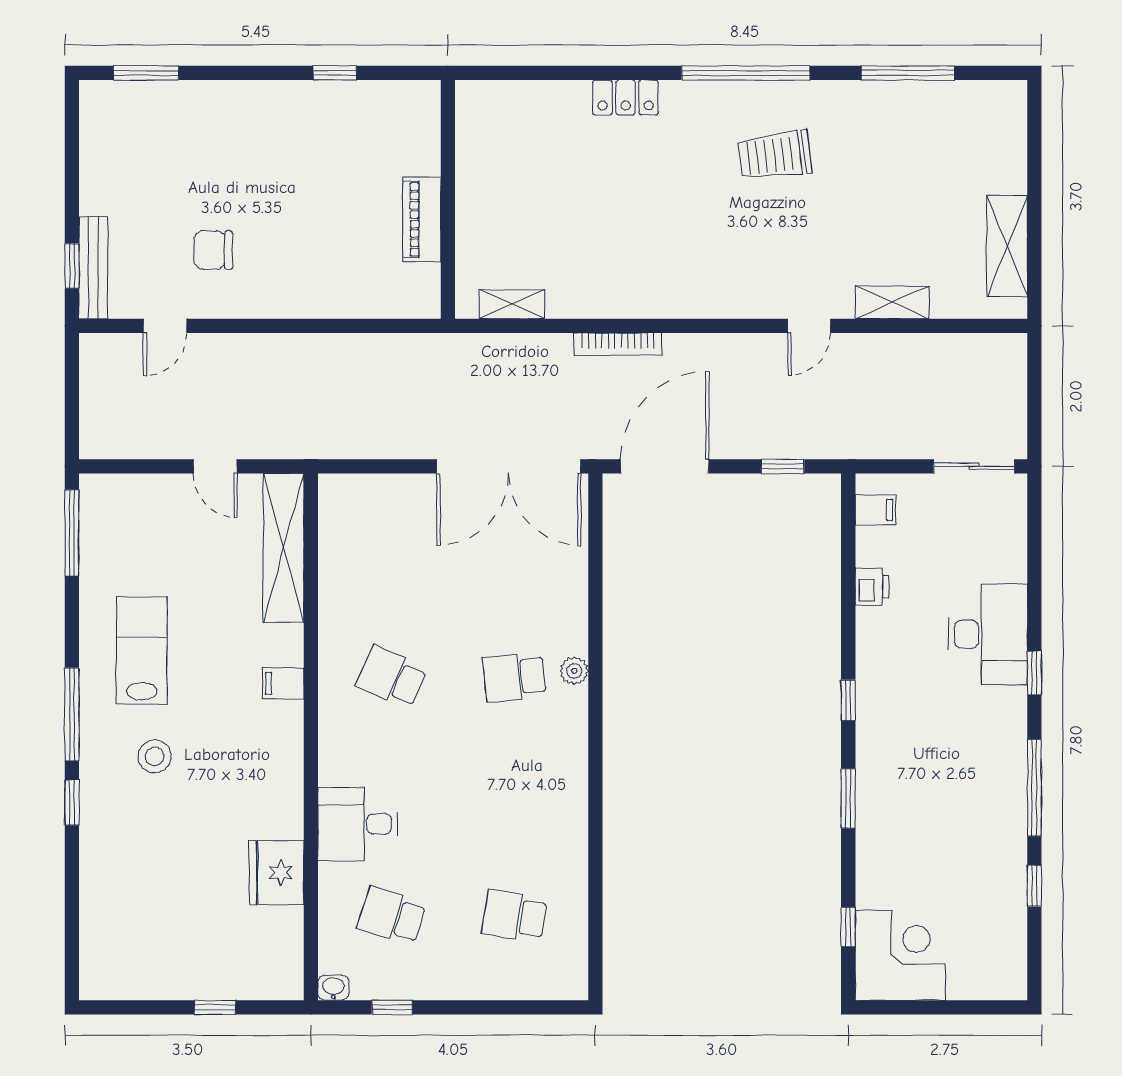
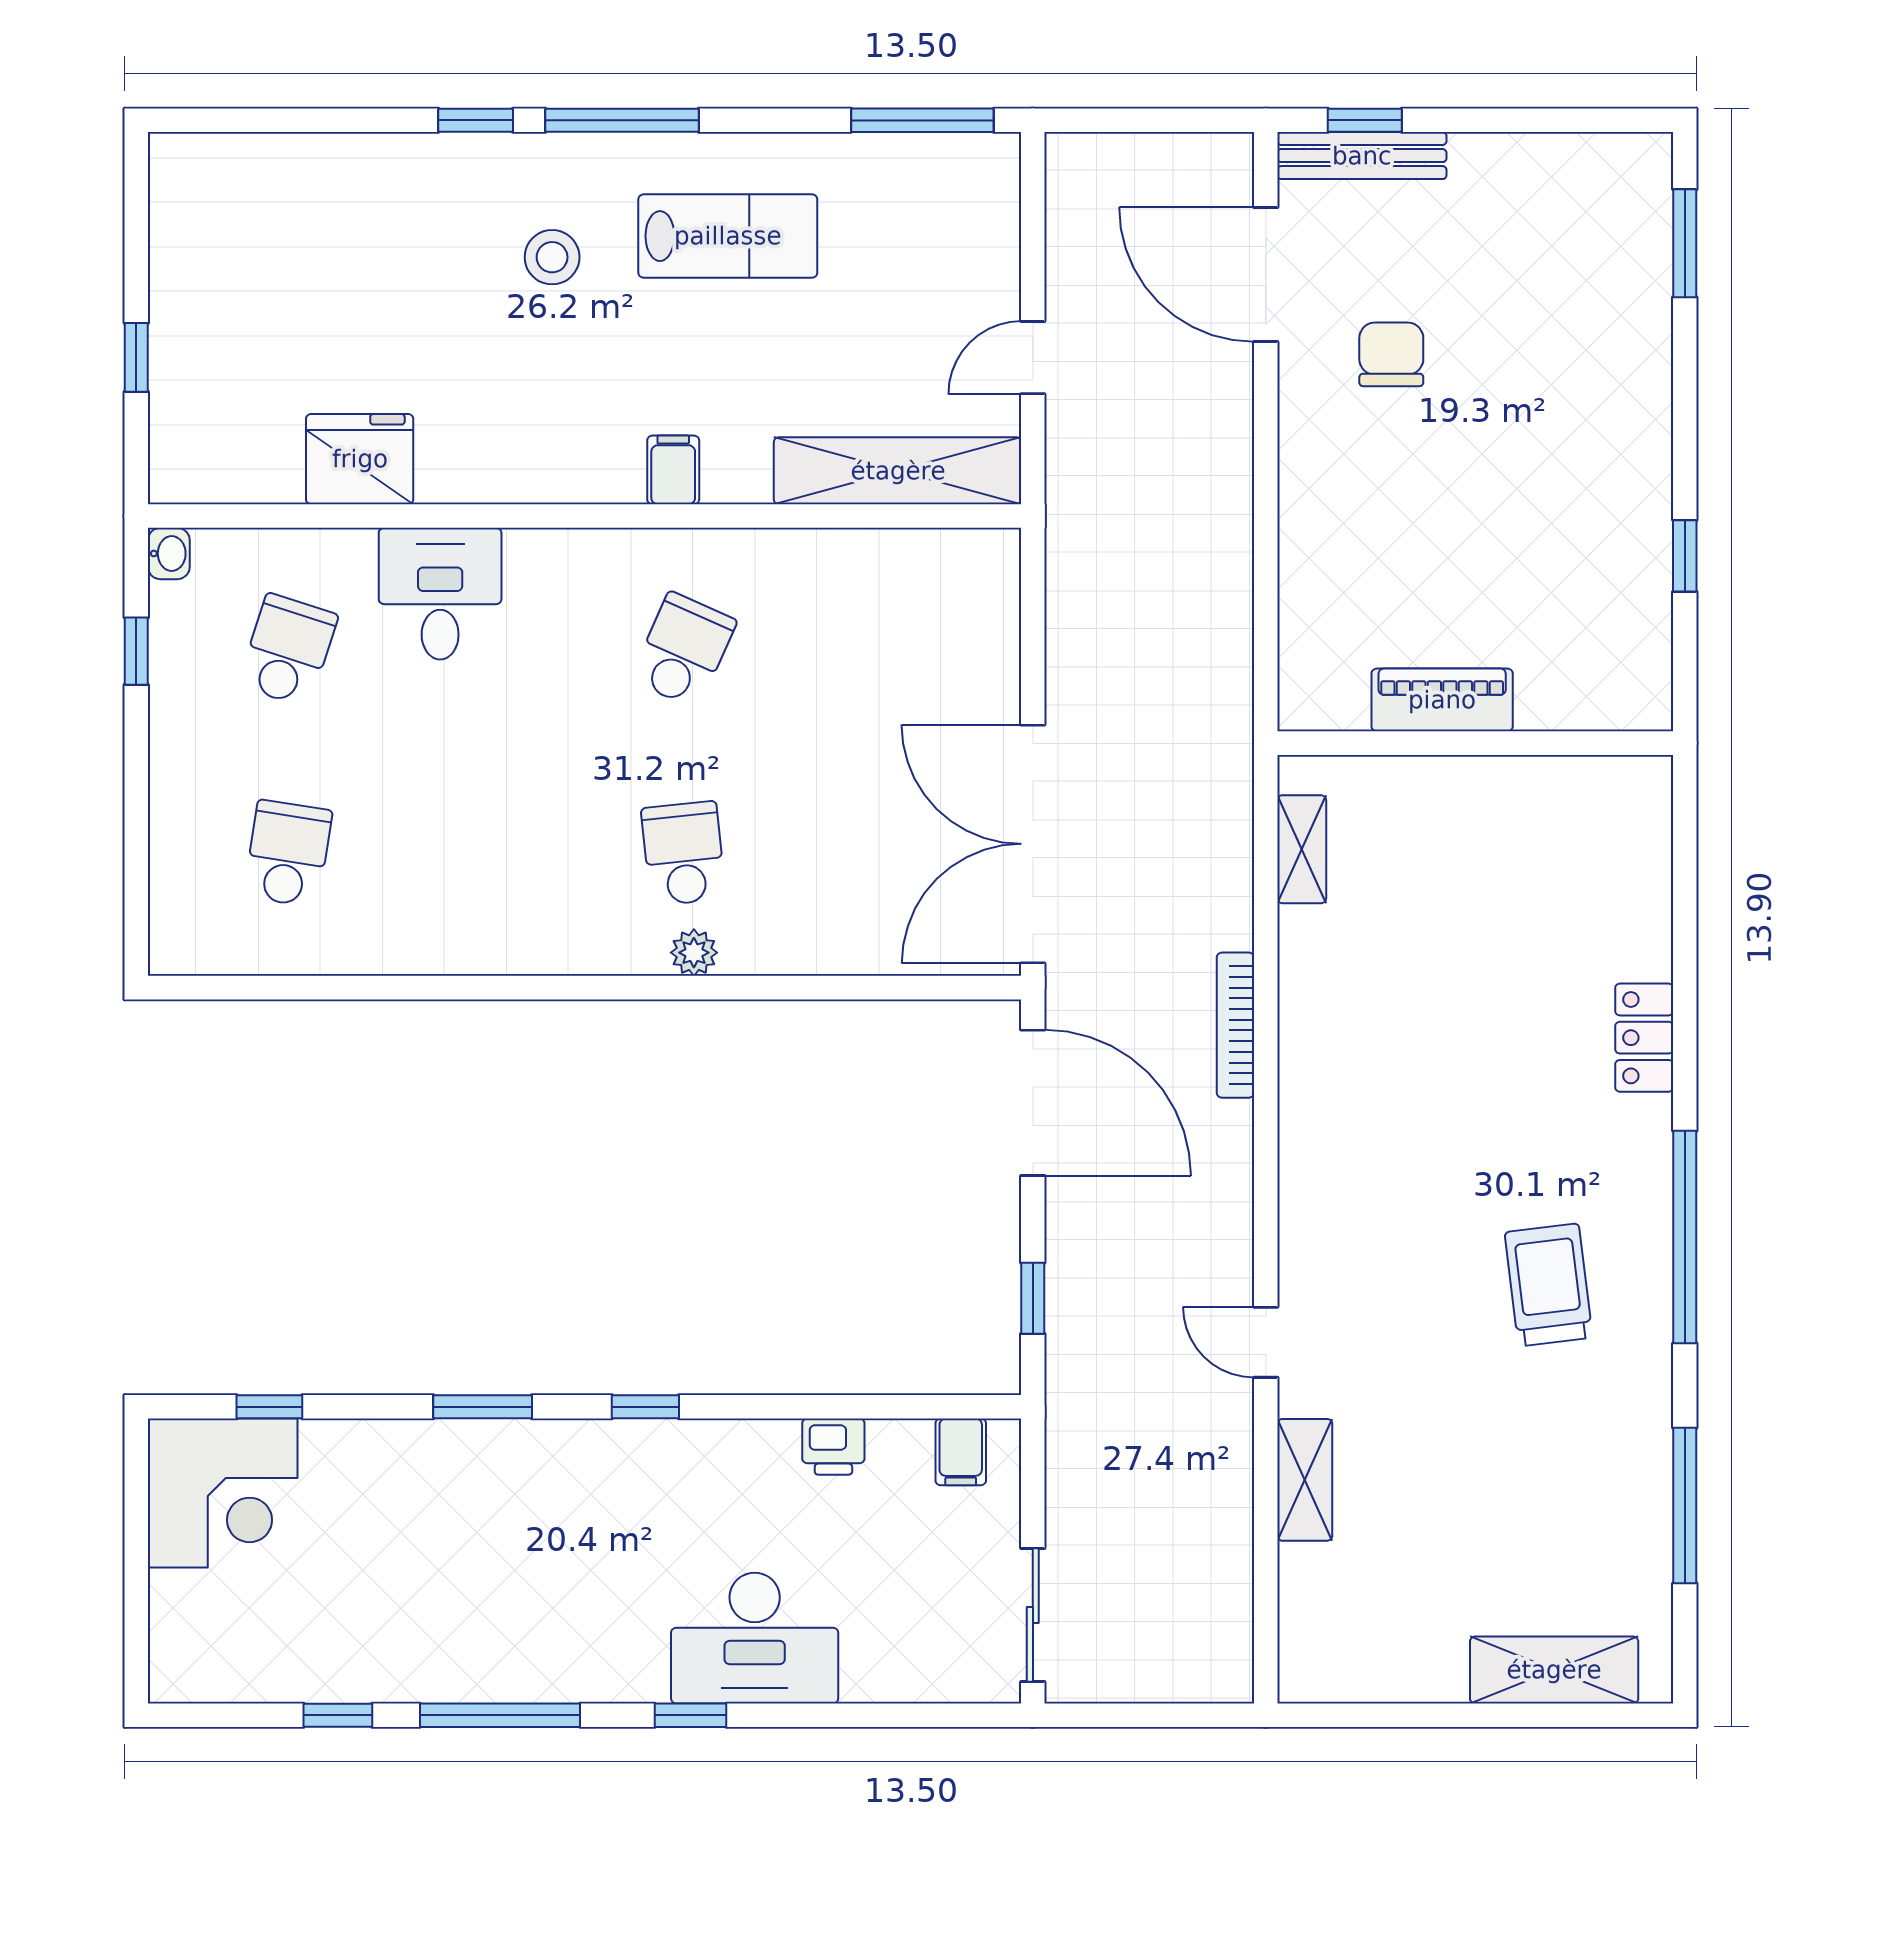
shelving: (1007, 246) -> (1554, 1670), moved
door: (165, 326) -> (1266, 275), width x1.88

